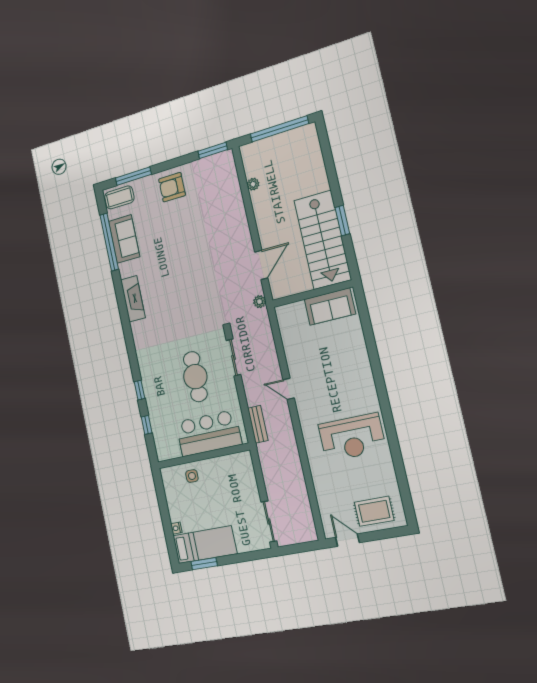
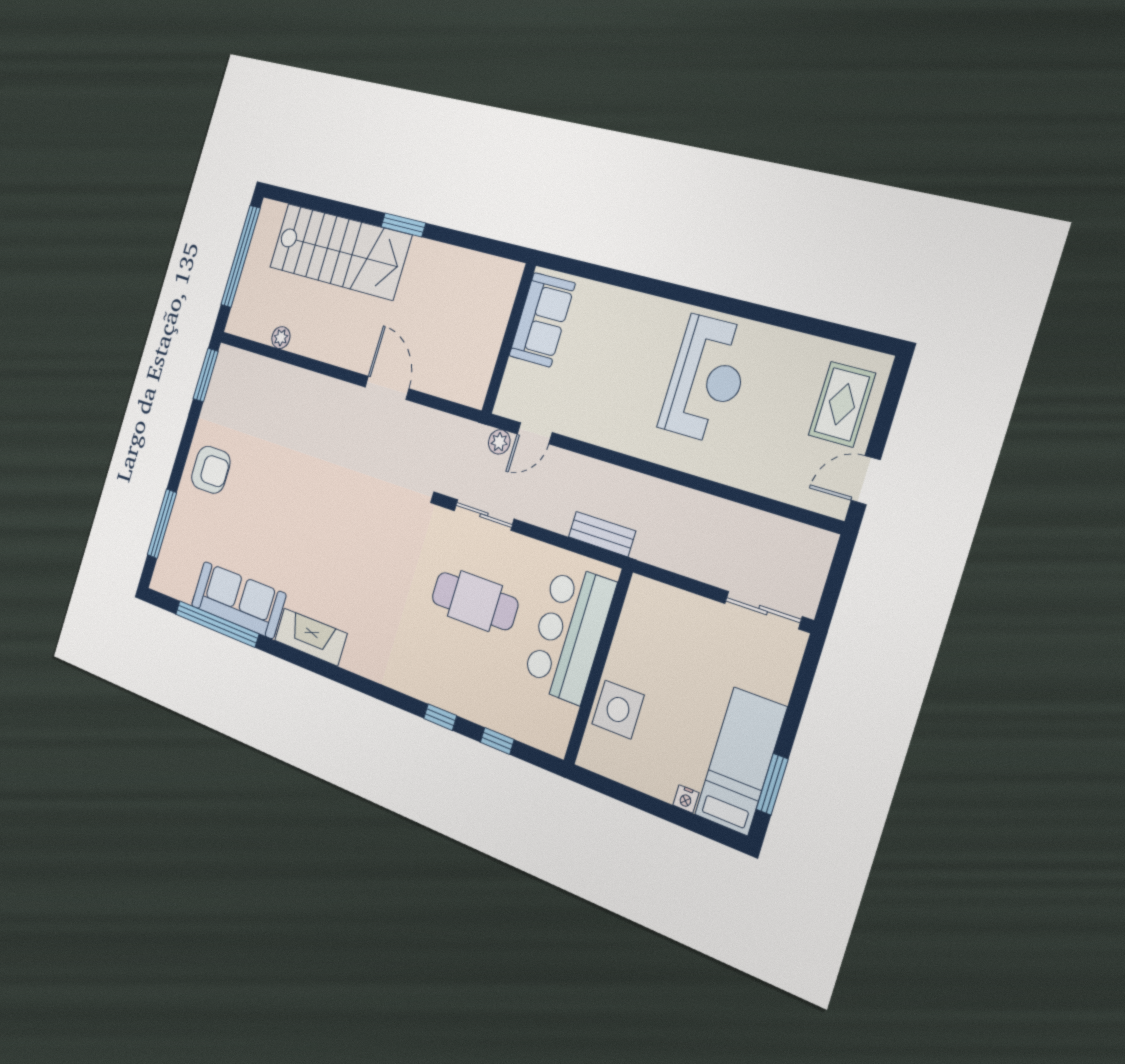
armchair: (172, 187) -> (211, 470), turned -90
coffee table: (119, 197) -> (173, 566), removed
sofa: (124, 239) -> (238, 600), width x1.36
stairs: (323, 240) -> (340, 251), moved
wall: (312, 294) -> (509, 338), moved
plant: (260, 302) -> (499, 442), moved
sofa: (330, 307) -> (542, 320), moved
door: (289, 389) -> (535, 433), moved
side table: (192, 476) -> (618, 709), width x1.87, depth x1.87

